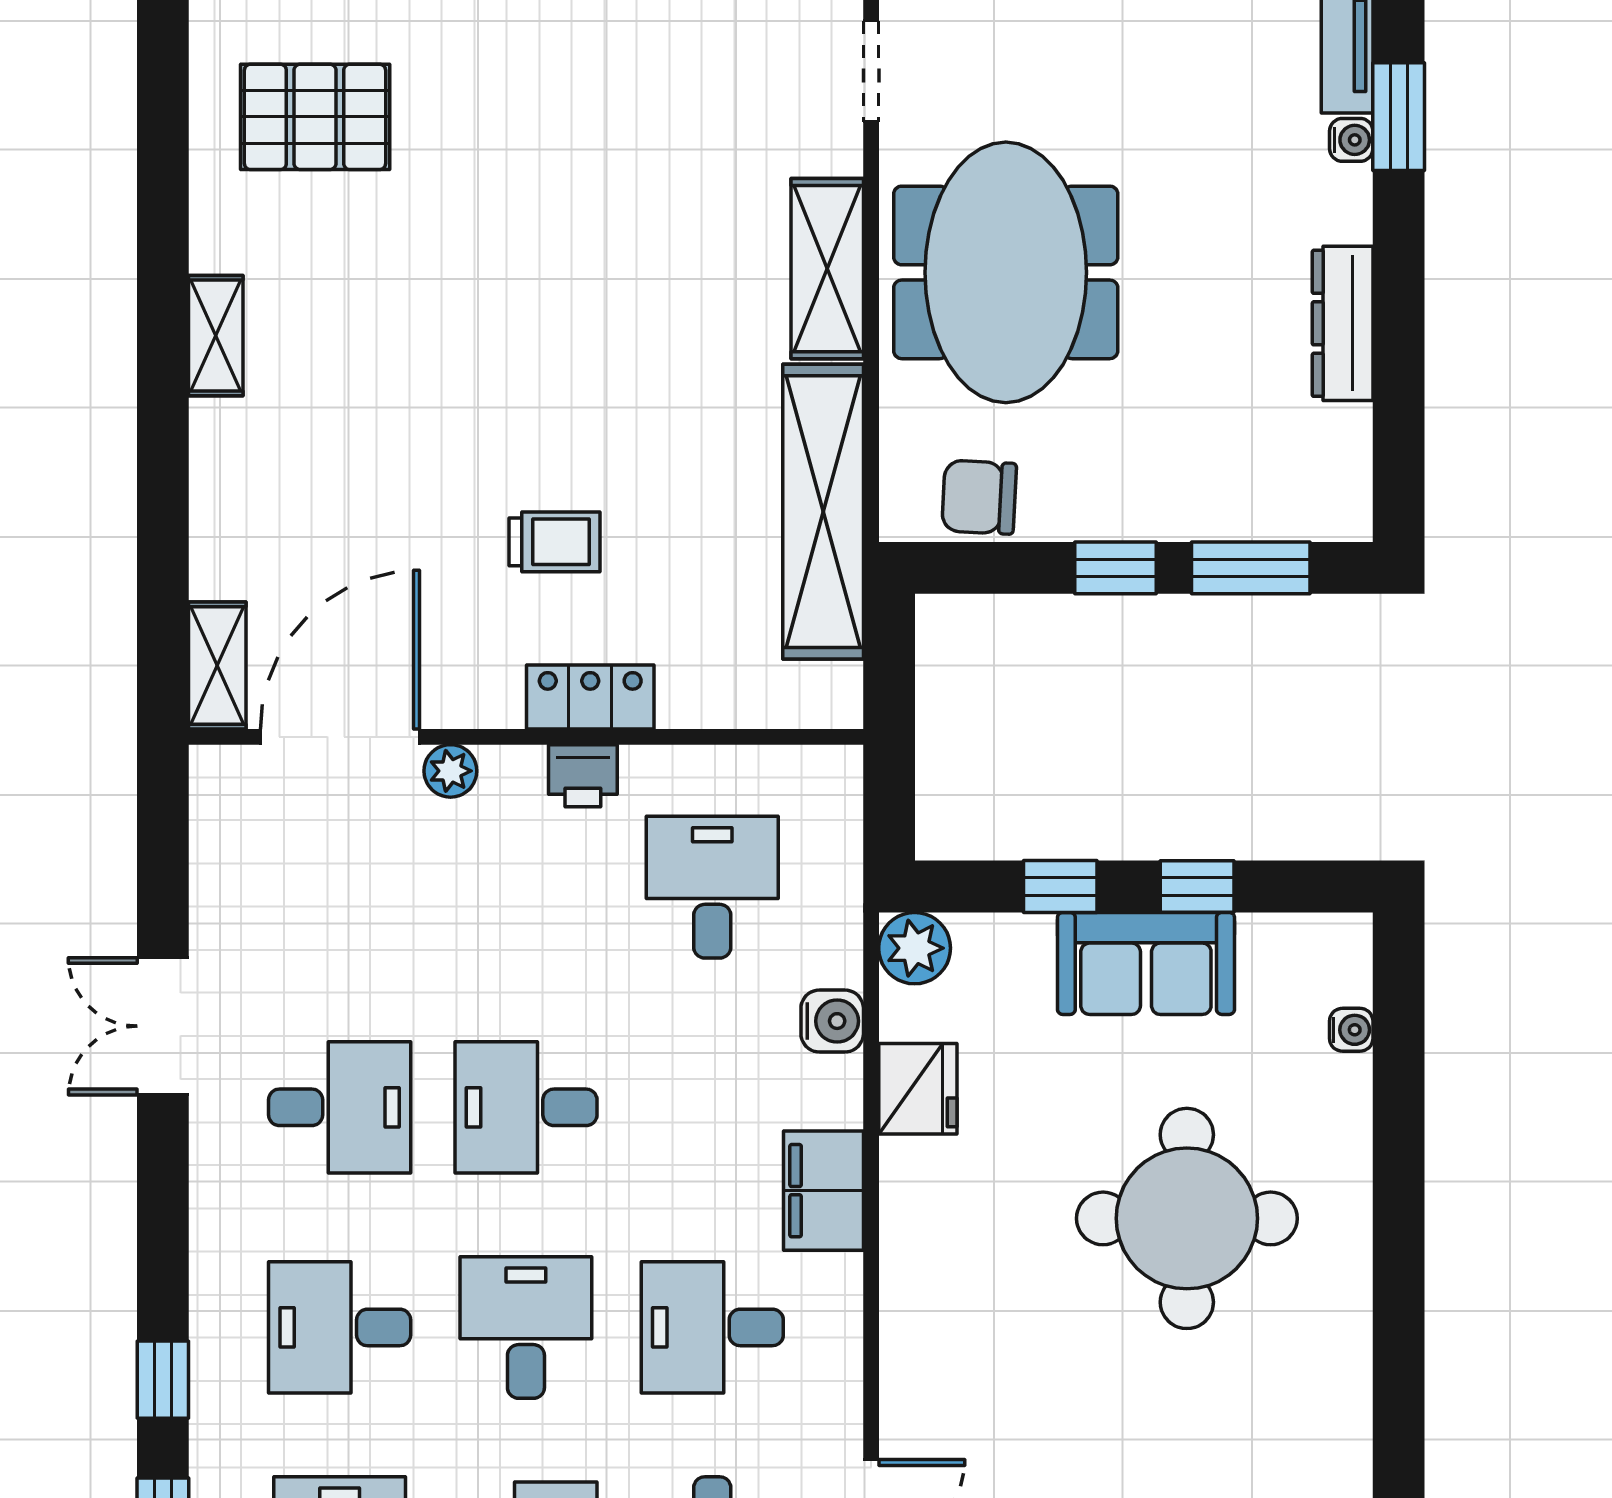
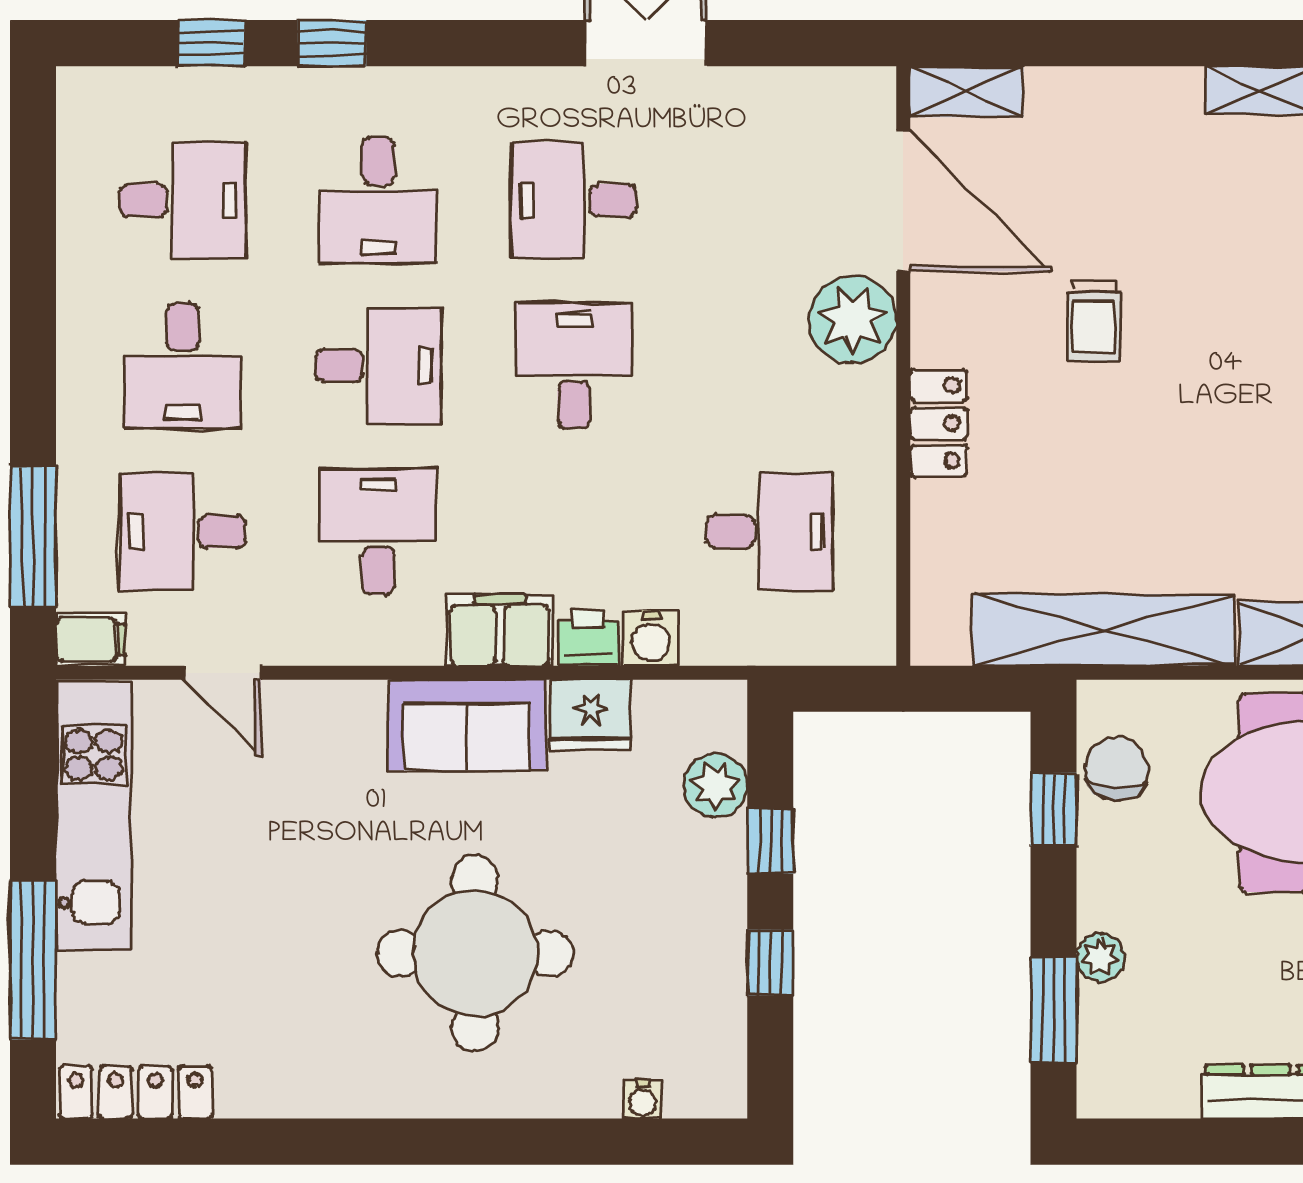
plant: (1191, 515) -> (1100, 957), added
trolley: (555, 542) -> (1094, 321), moved
window: (1115, 568) -> (1053, 809), moved
plant: (450, 771) -> (852, 319), width x1.88, depth x1.88
printer: (583, 776) -> (588, 638), moved, turned 90
plant: (915, 948) -> (715, 785), moved
sofa: (1146, 963) -> (467, 725), moved, turned -90
desk: (340, 1107) -> (574, 200), turned 90
desk: (340, 1327) -> (378, 200), turned 180

